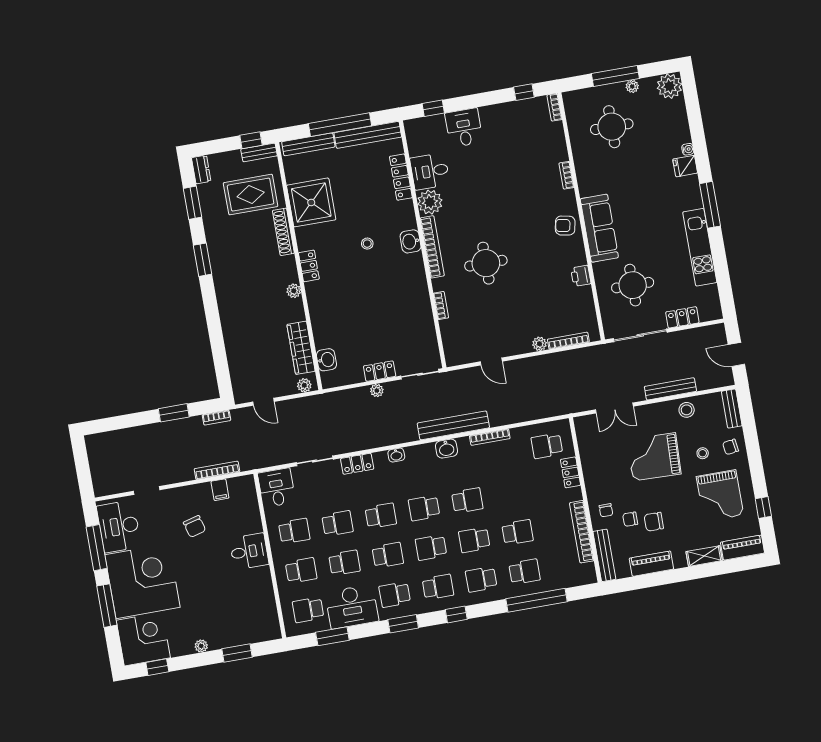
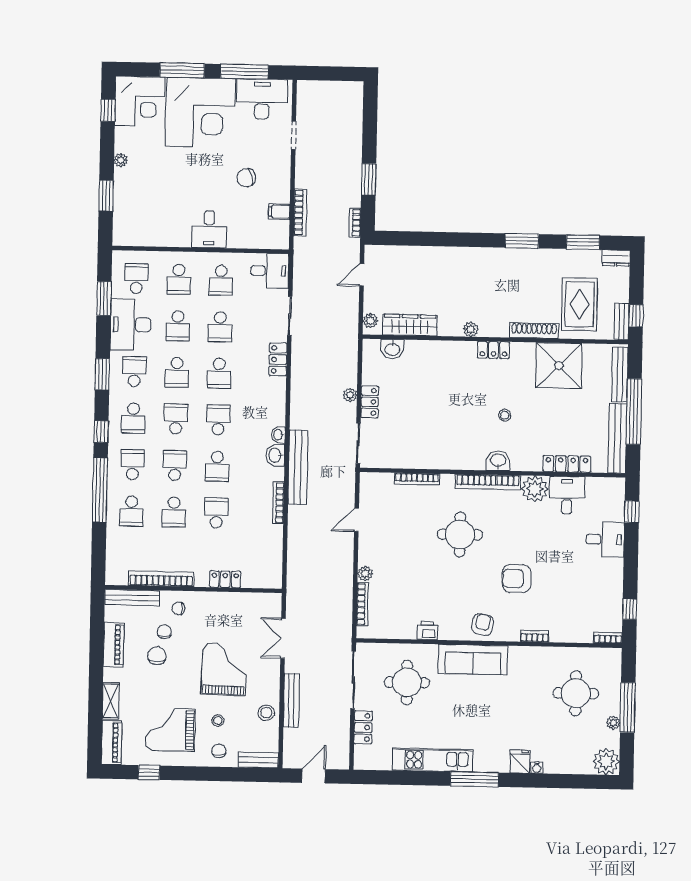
armchair: (516, 203) -> (517, 578), added
bookcase: (441, 305) -> (417, 479), width x1.56
school desk: (547, 446) -> (216, 513), moved
washbasin: (396, 455) -> (278, 435), moved
window: (537, 600) -> (100, 490), moved

